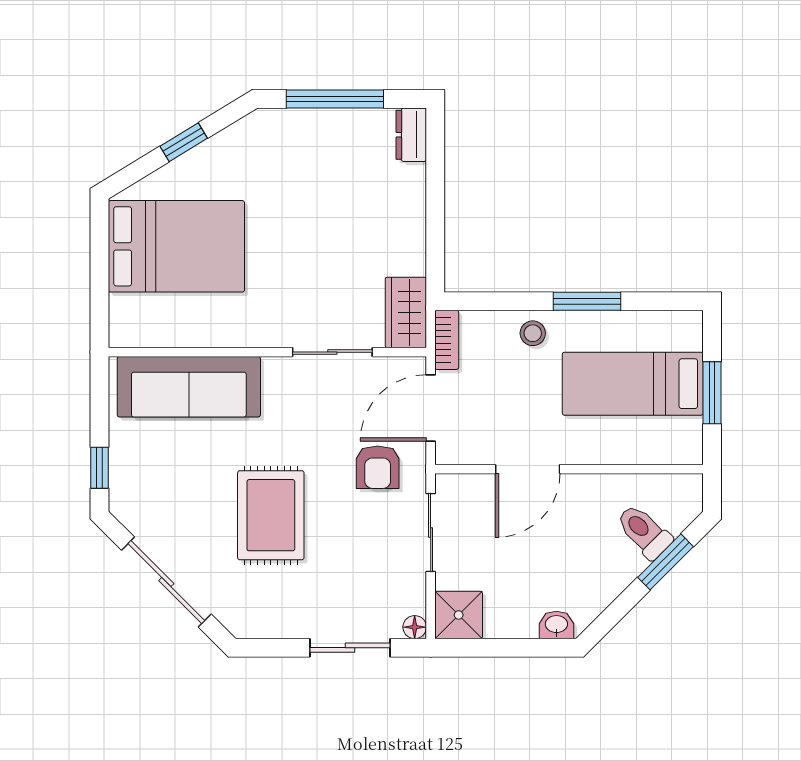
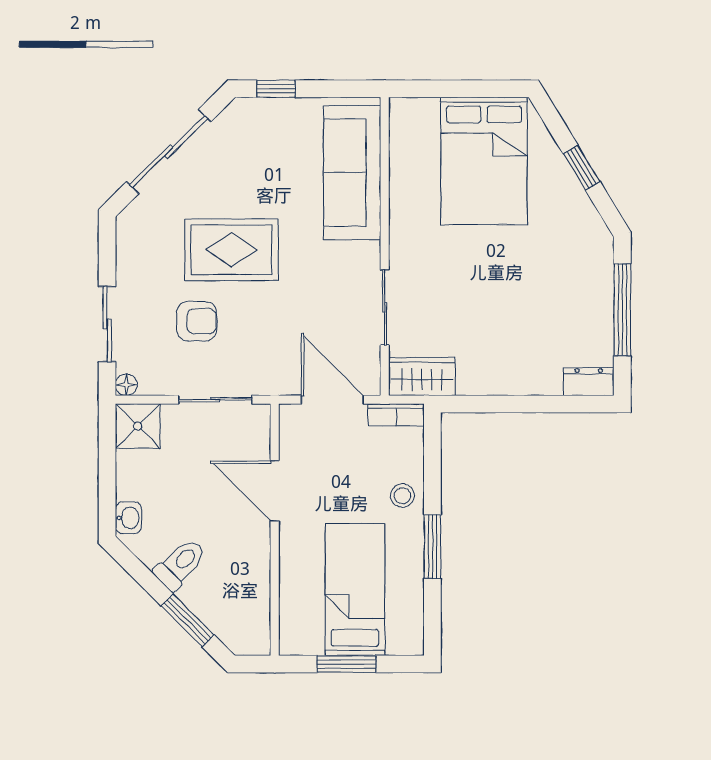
armchair: (378, 467) -> (197, 321), moved, turned 180
toilet: (644, 531) -> (180, 564), moved

